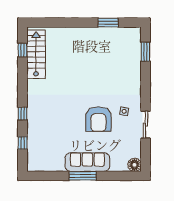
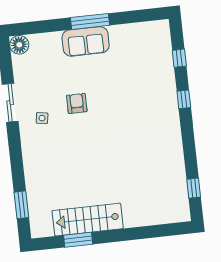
stairs: (36, 54) -> (88, 220), moved, turned 90
armchair: (98, 119) -> (77, 103), width x0.53, depth x0.53
sofa: (87, 162) -> (86, 41), width x0.73

